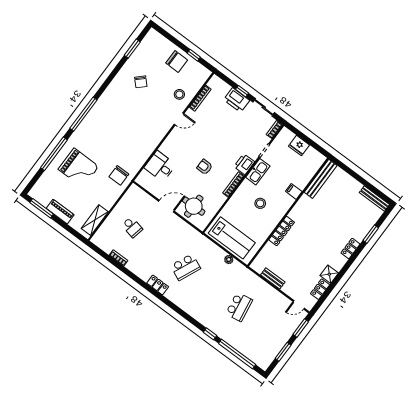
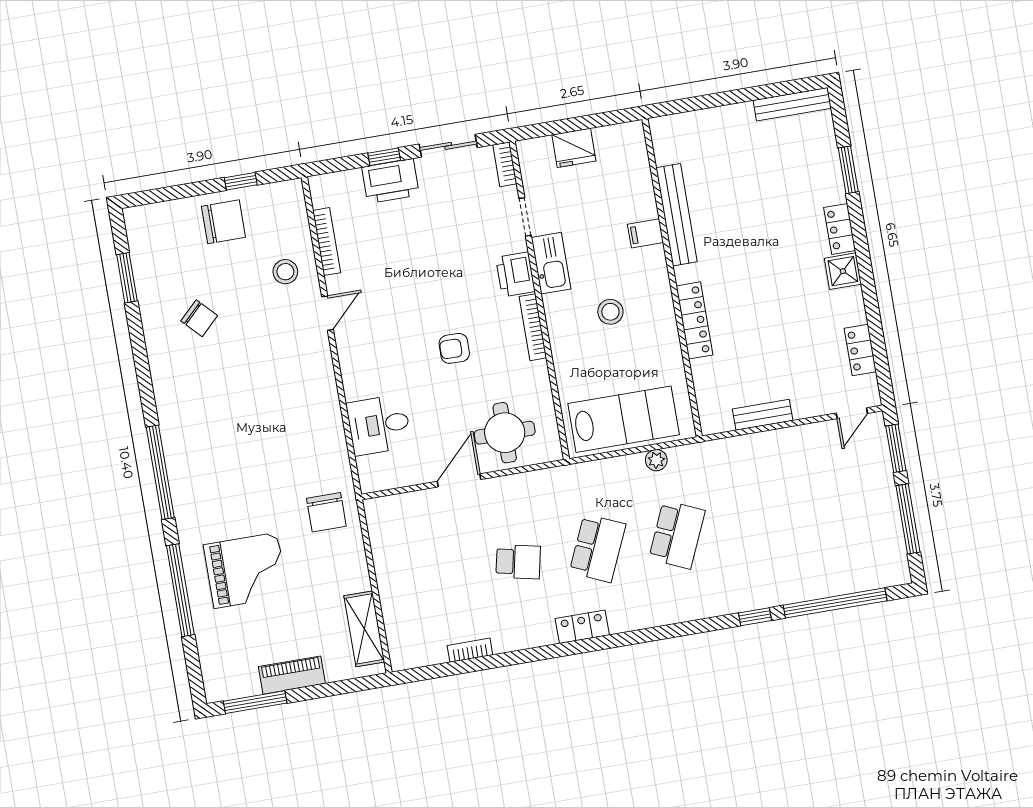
bench: (321, 179) -> (677, 215), moved
school desk: (132, 227) -> (518, 562), moved
shower: (329, 274) -> (843, 271), moved
school desk: (239, 307) -> (677, 535), moved, turned 33
window: (283, 352) -> (908, 519), width x1.44

